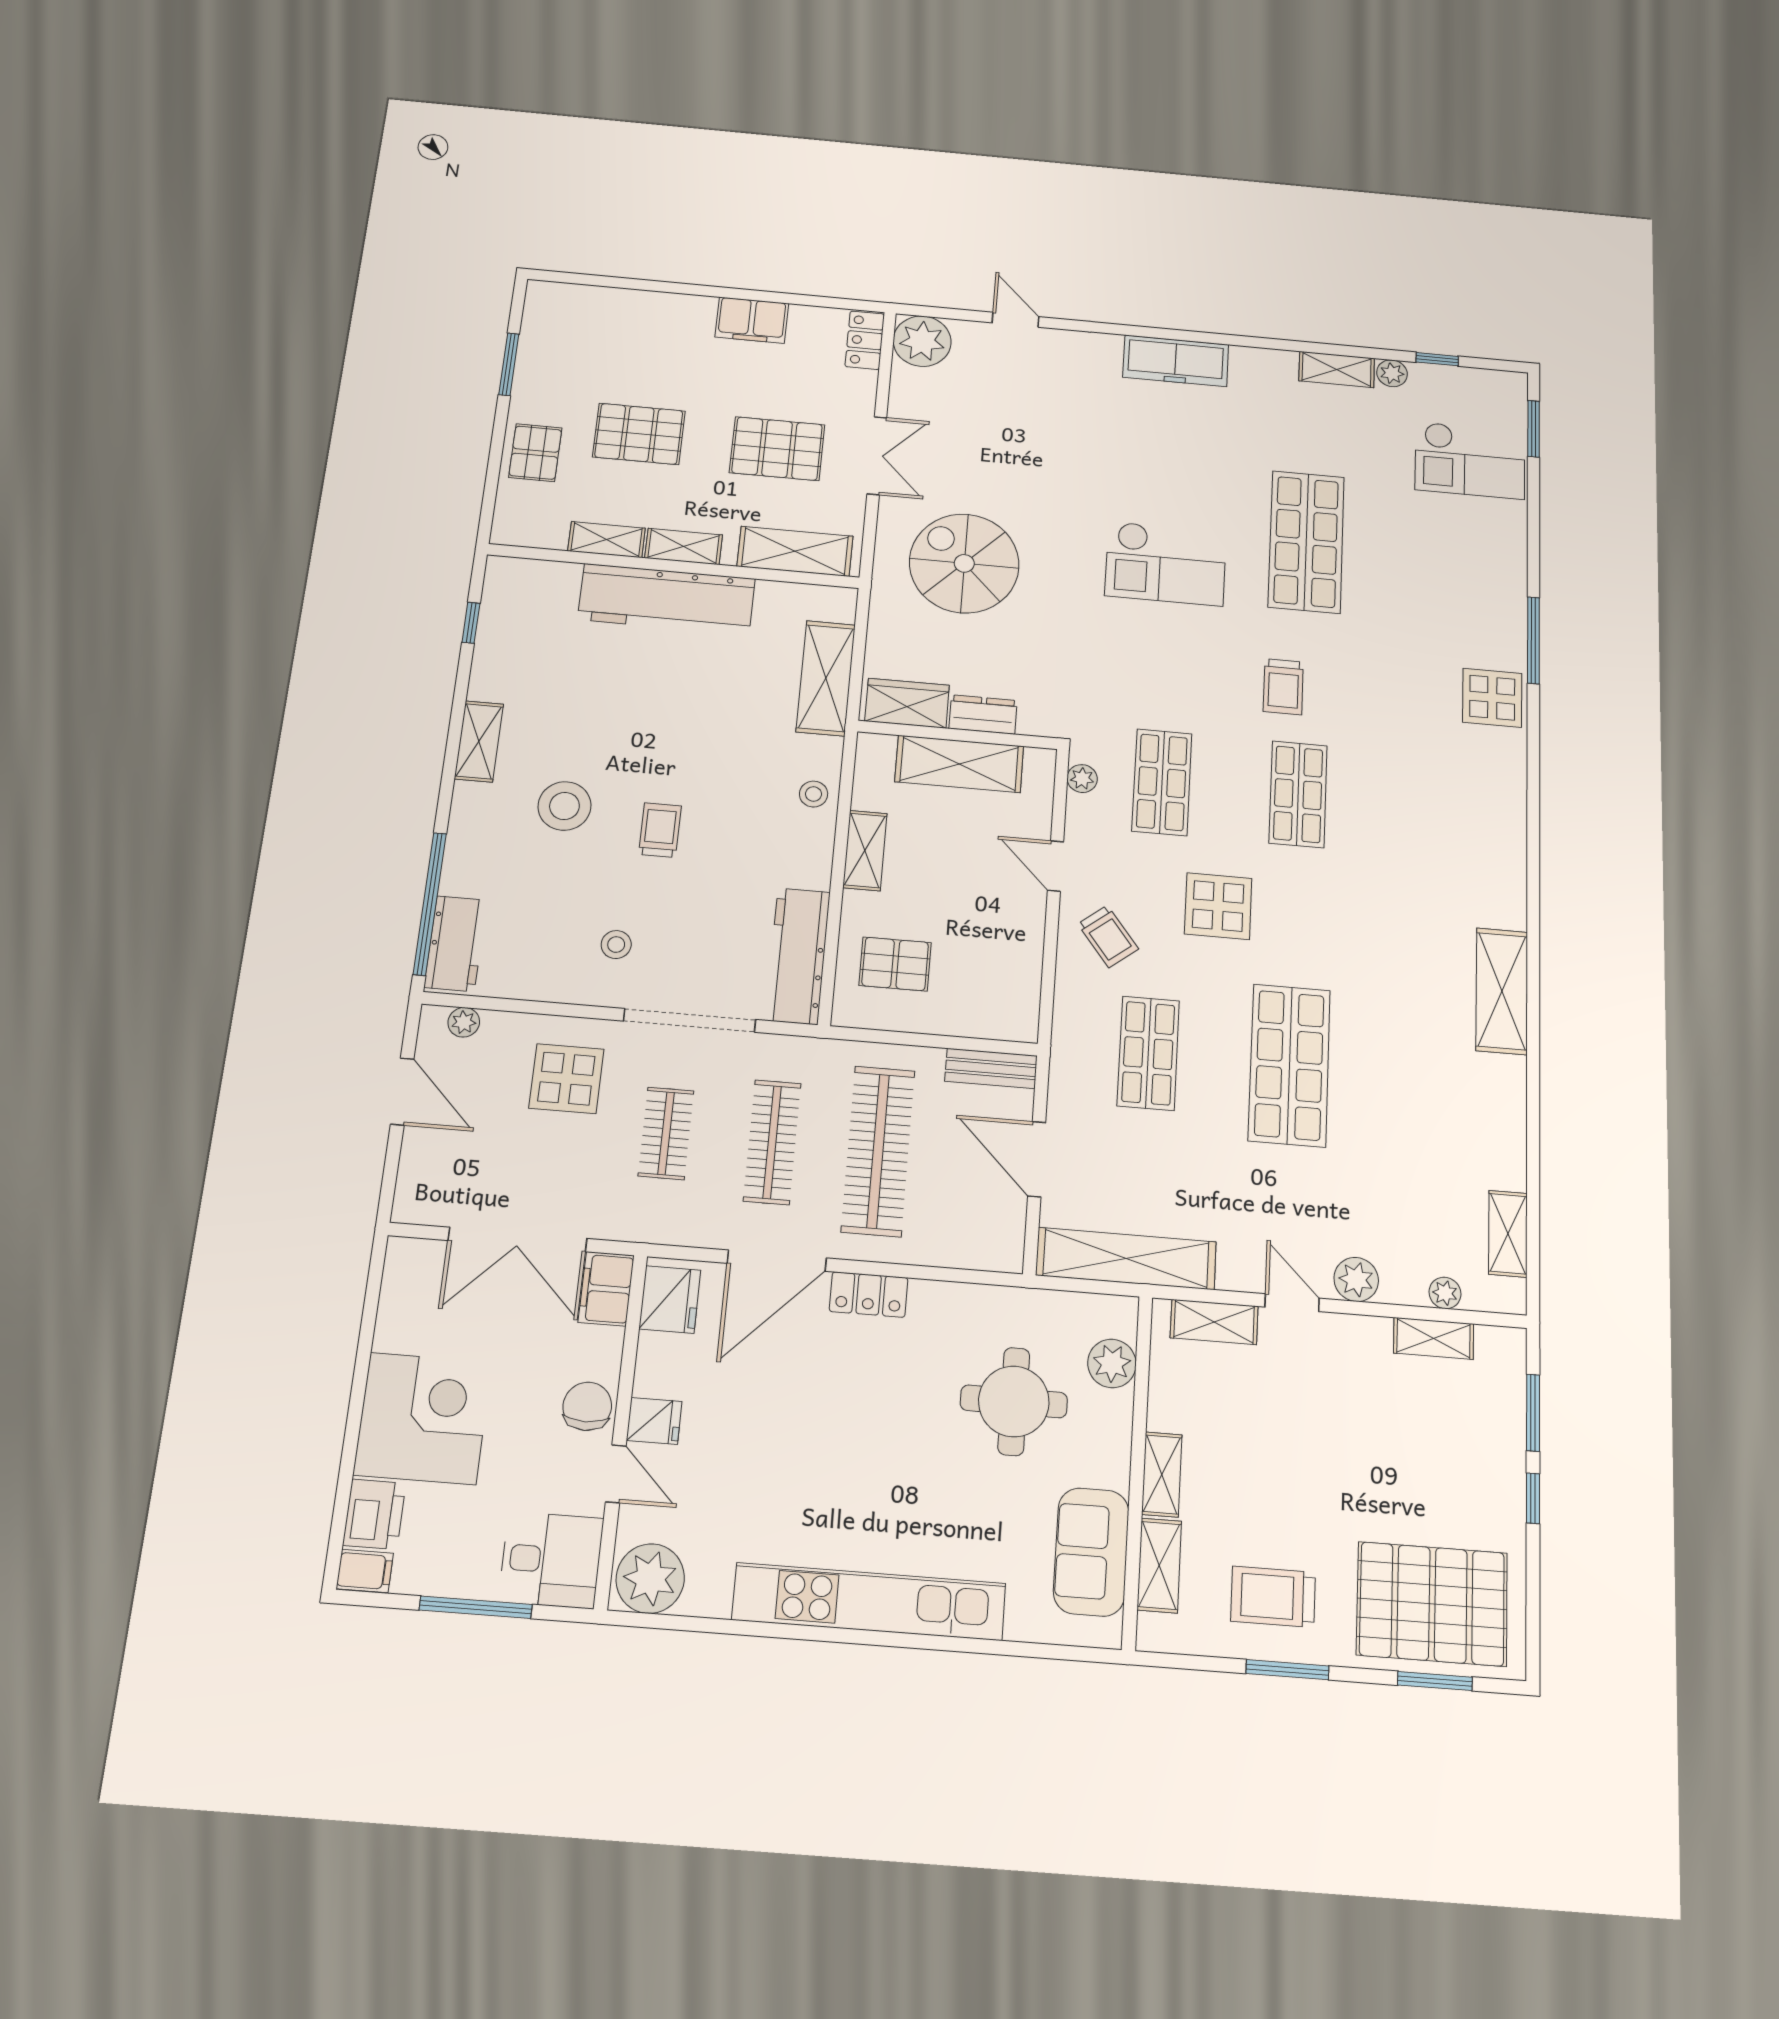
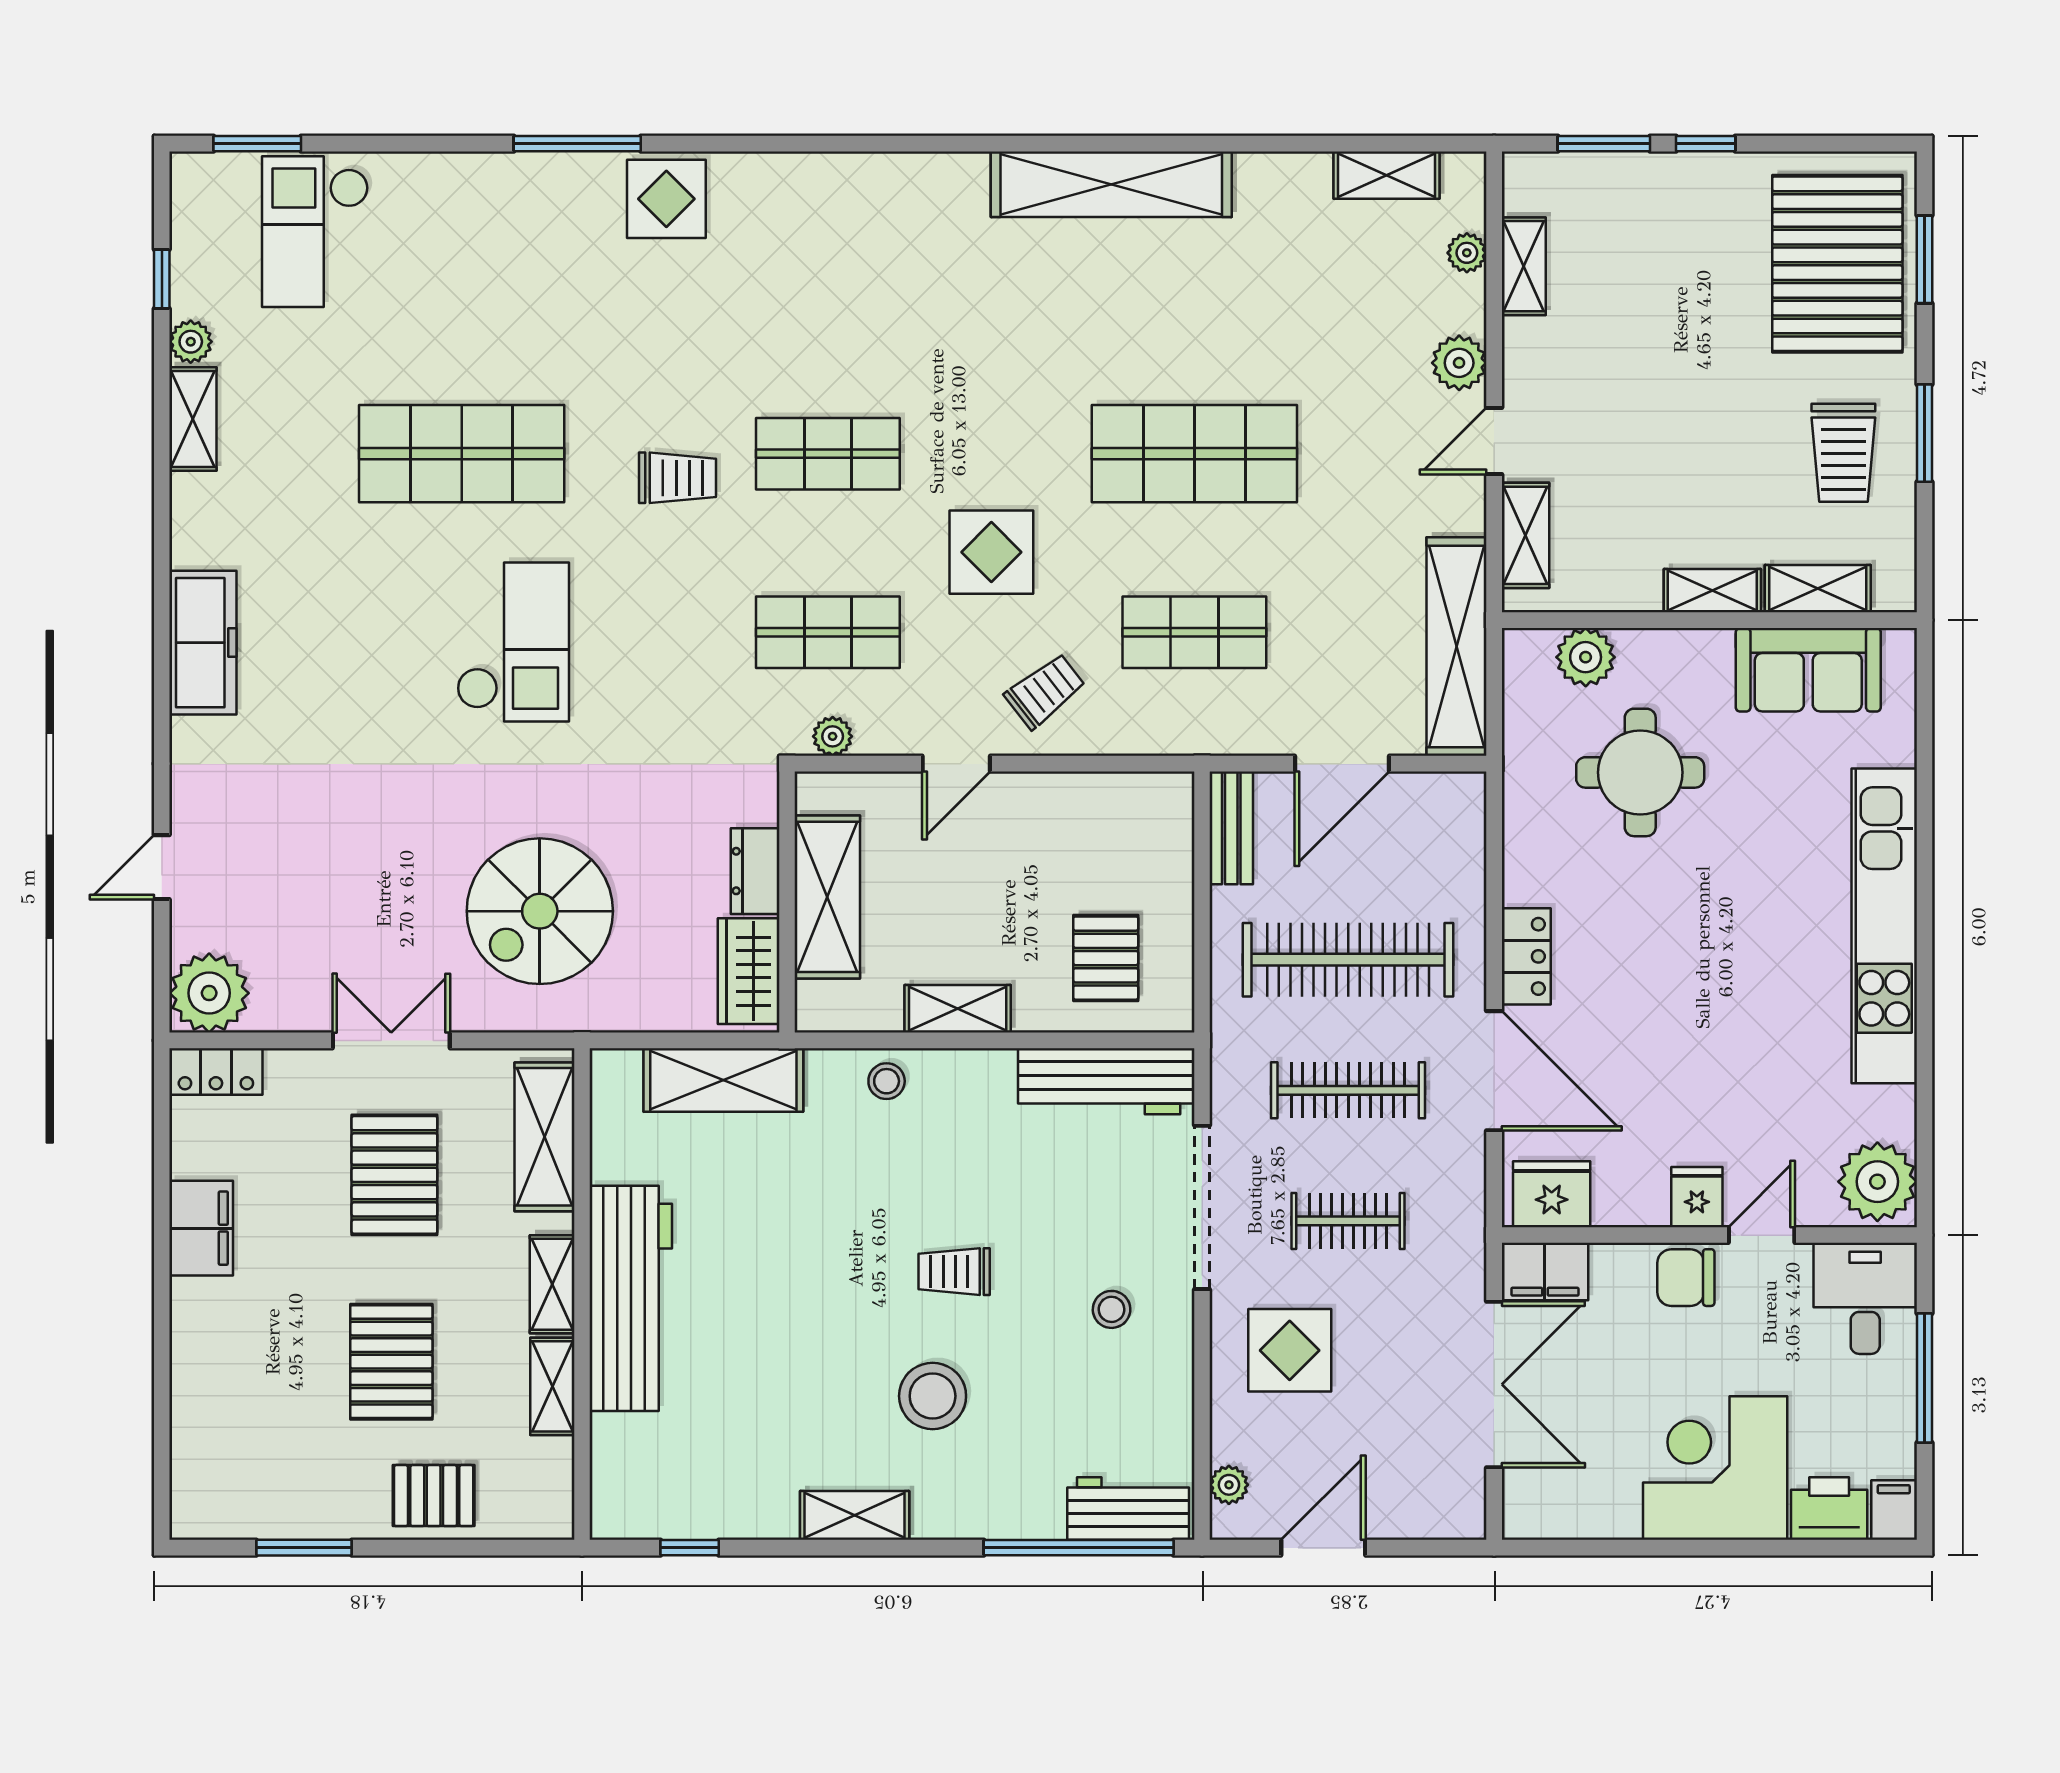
checkout: (1470, 460) -> (315, 232), turned 180
shelving: (1502, 991) -> (1111, 184), width x1.47

